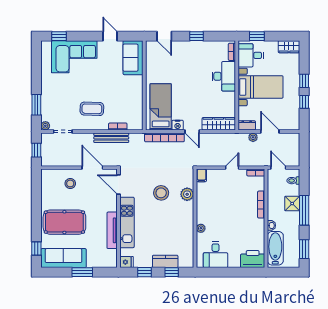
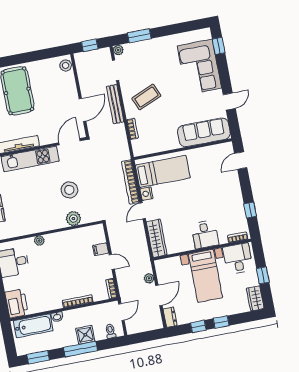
window: (196, 36) -> (250, 210), moved
window: (257, 36) -> (263, 275), moved
sofa: (133, 58) -> (204, 132), width x1.36
desk: (224, 76) -> (205, 234), width x0.73
coffee table: (92, 109) -> (146, 97), turned 65
dresser: (247, 125) -> (170, 317), moved
bench: (111, 138) -> (115, 104), moved
filing cabinet: (202, 175) -> (101, 249), moved
stool: (70, 183) -> (66, 65), moved

